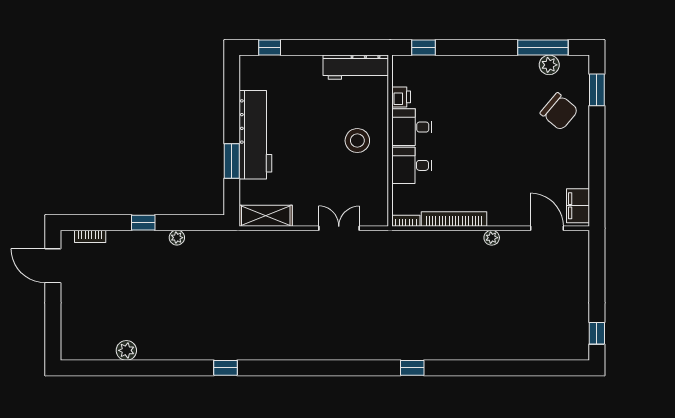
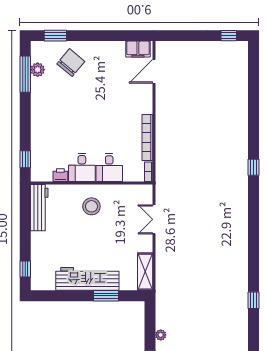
plant: (492, 238) -> (161, 111), removed

